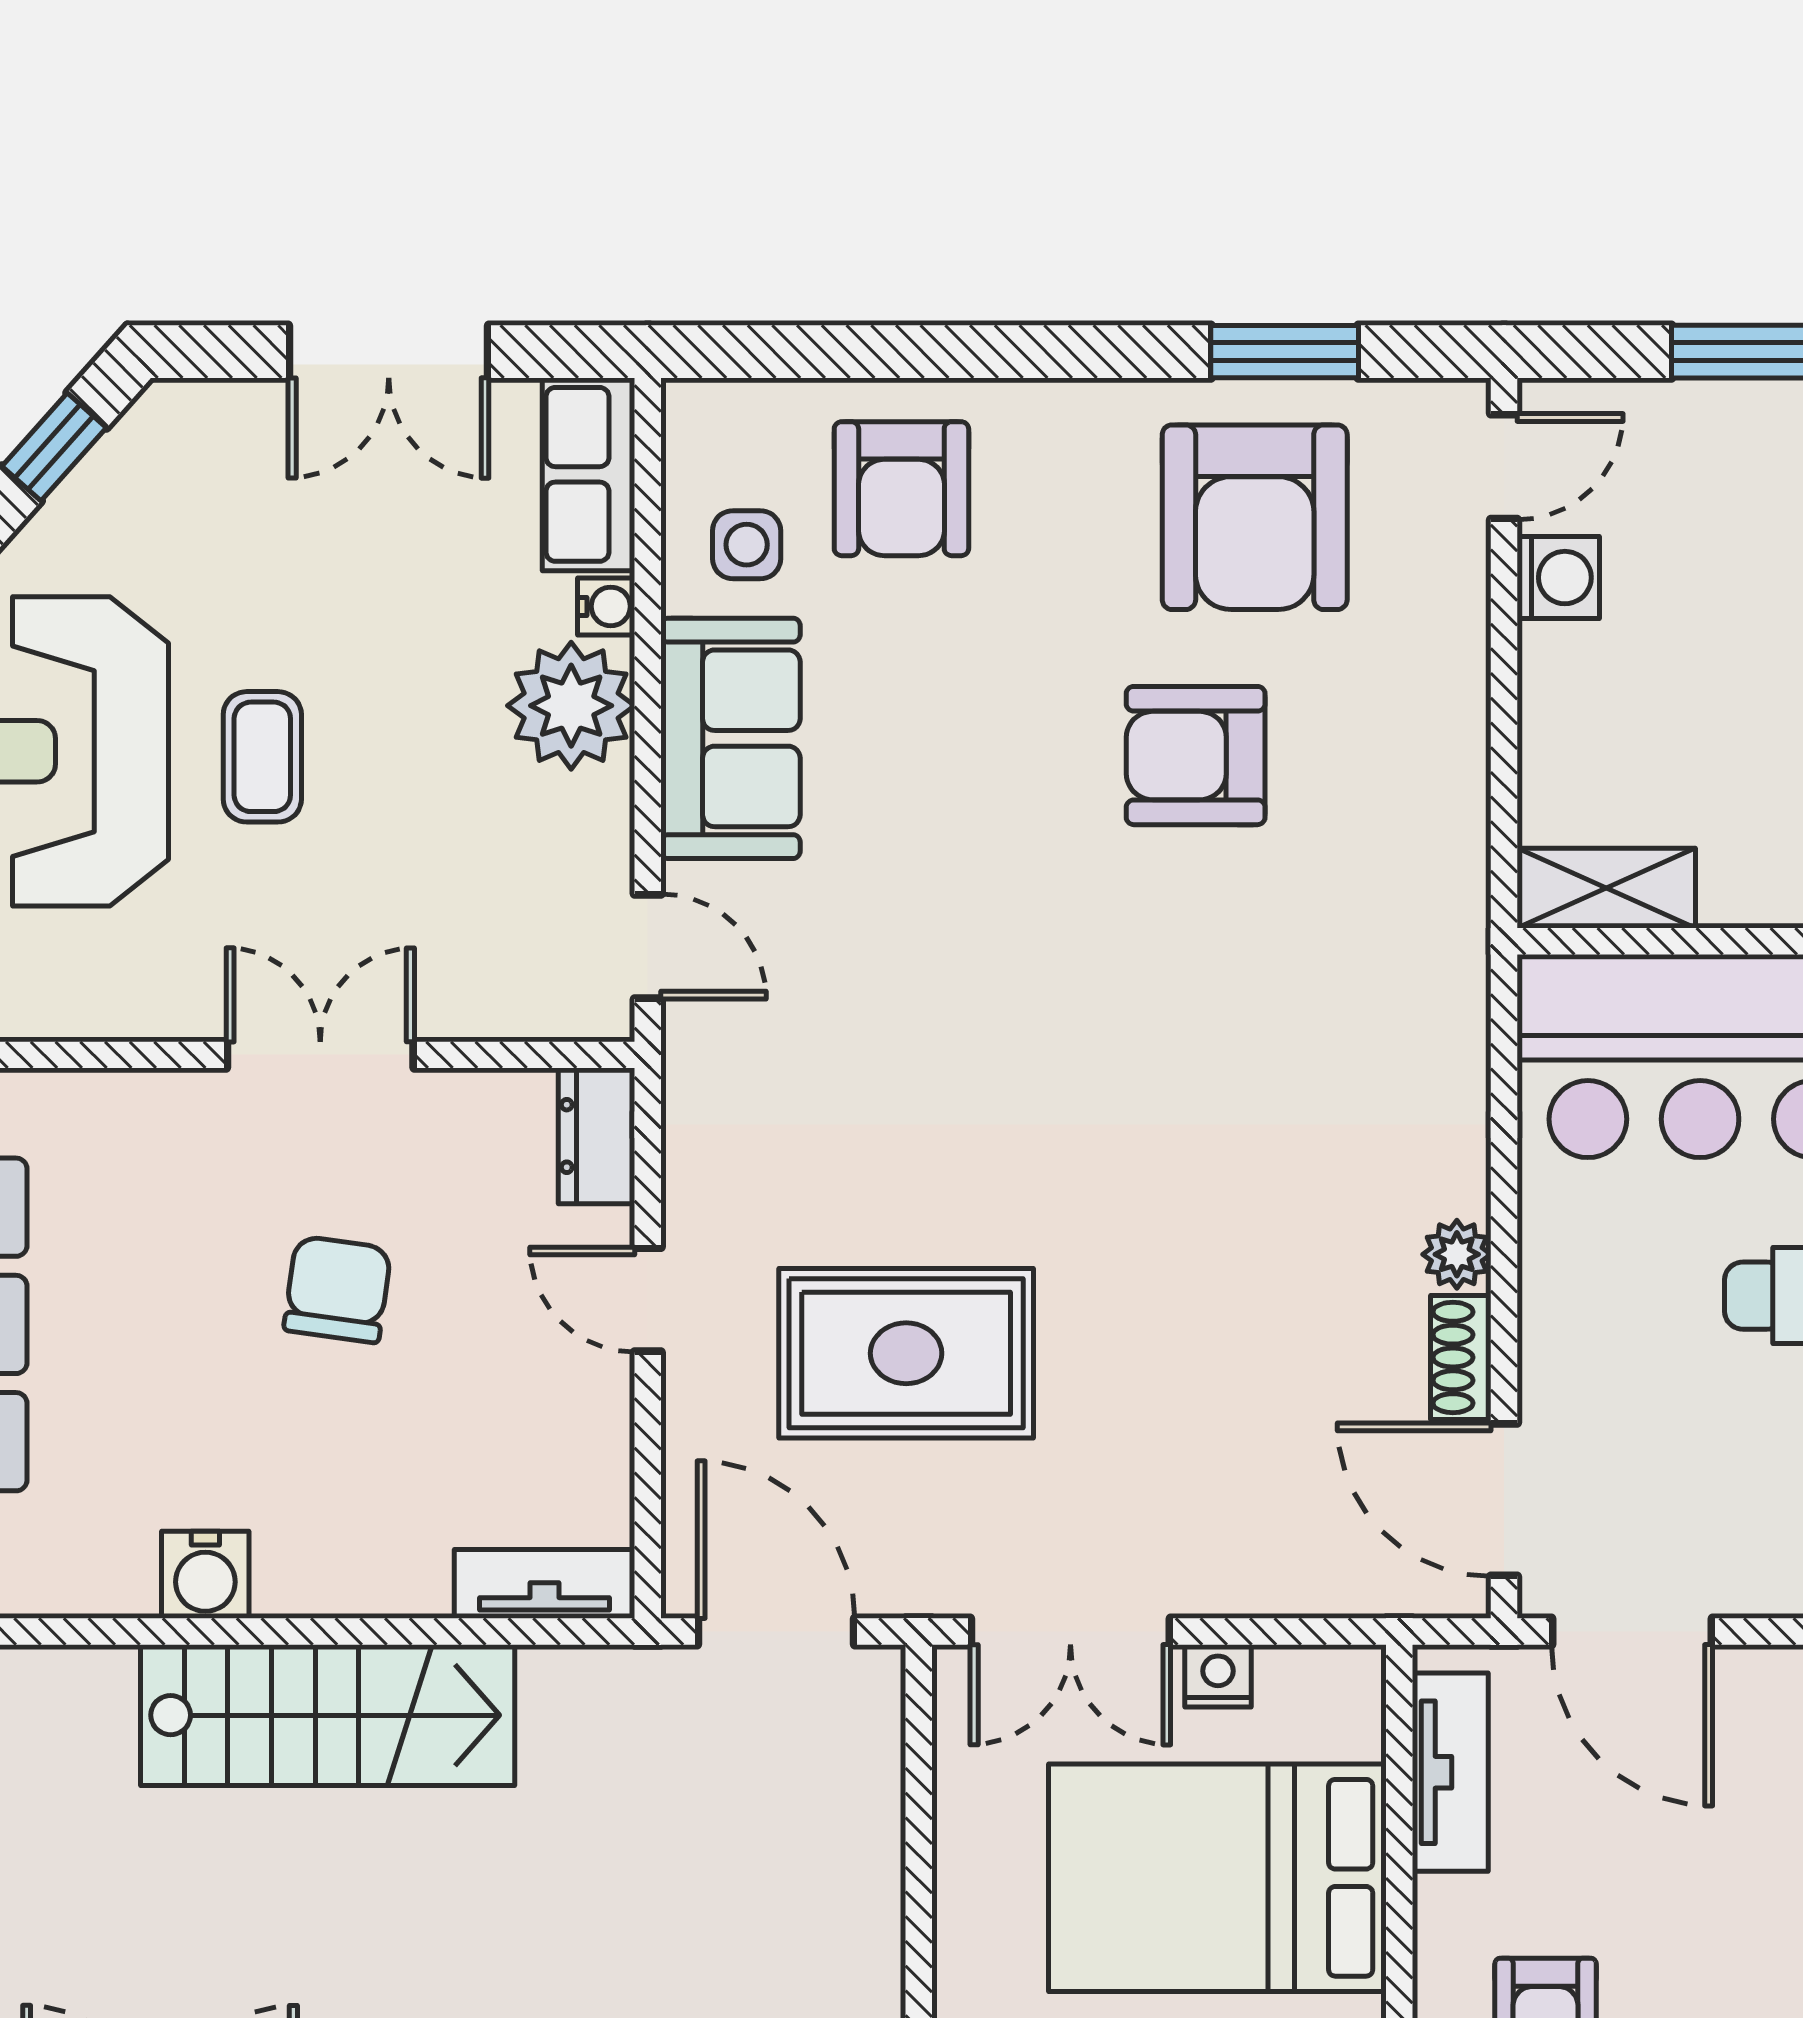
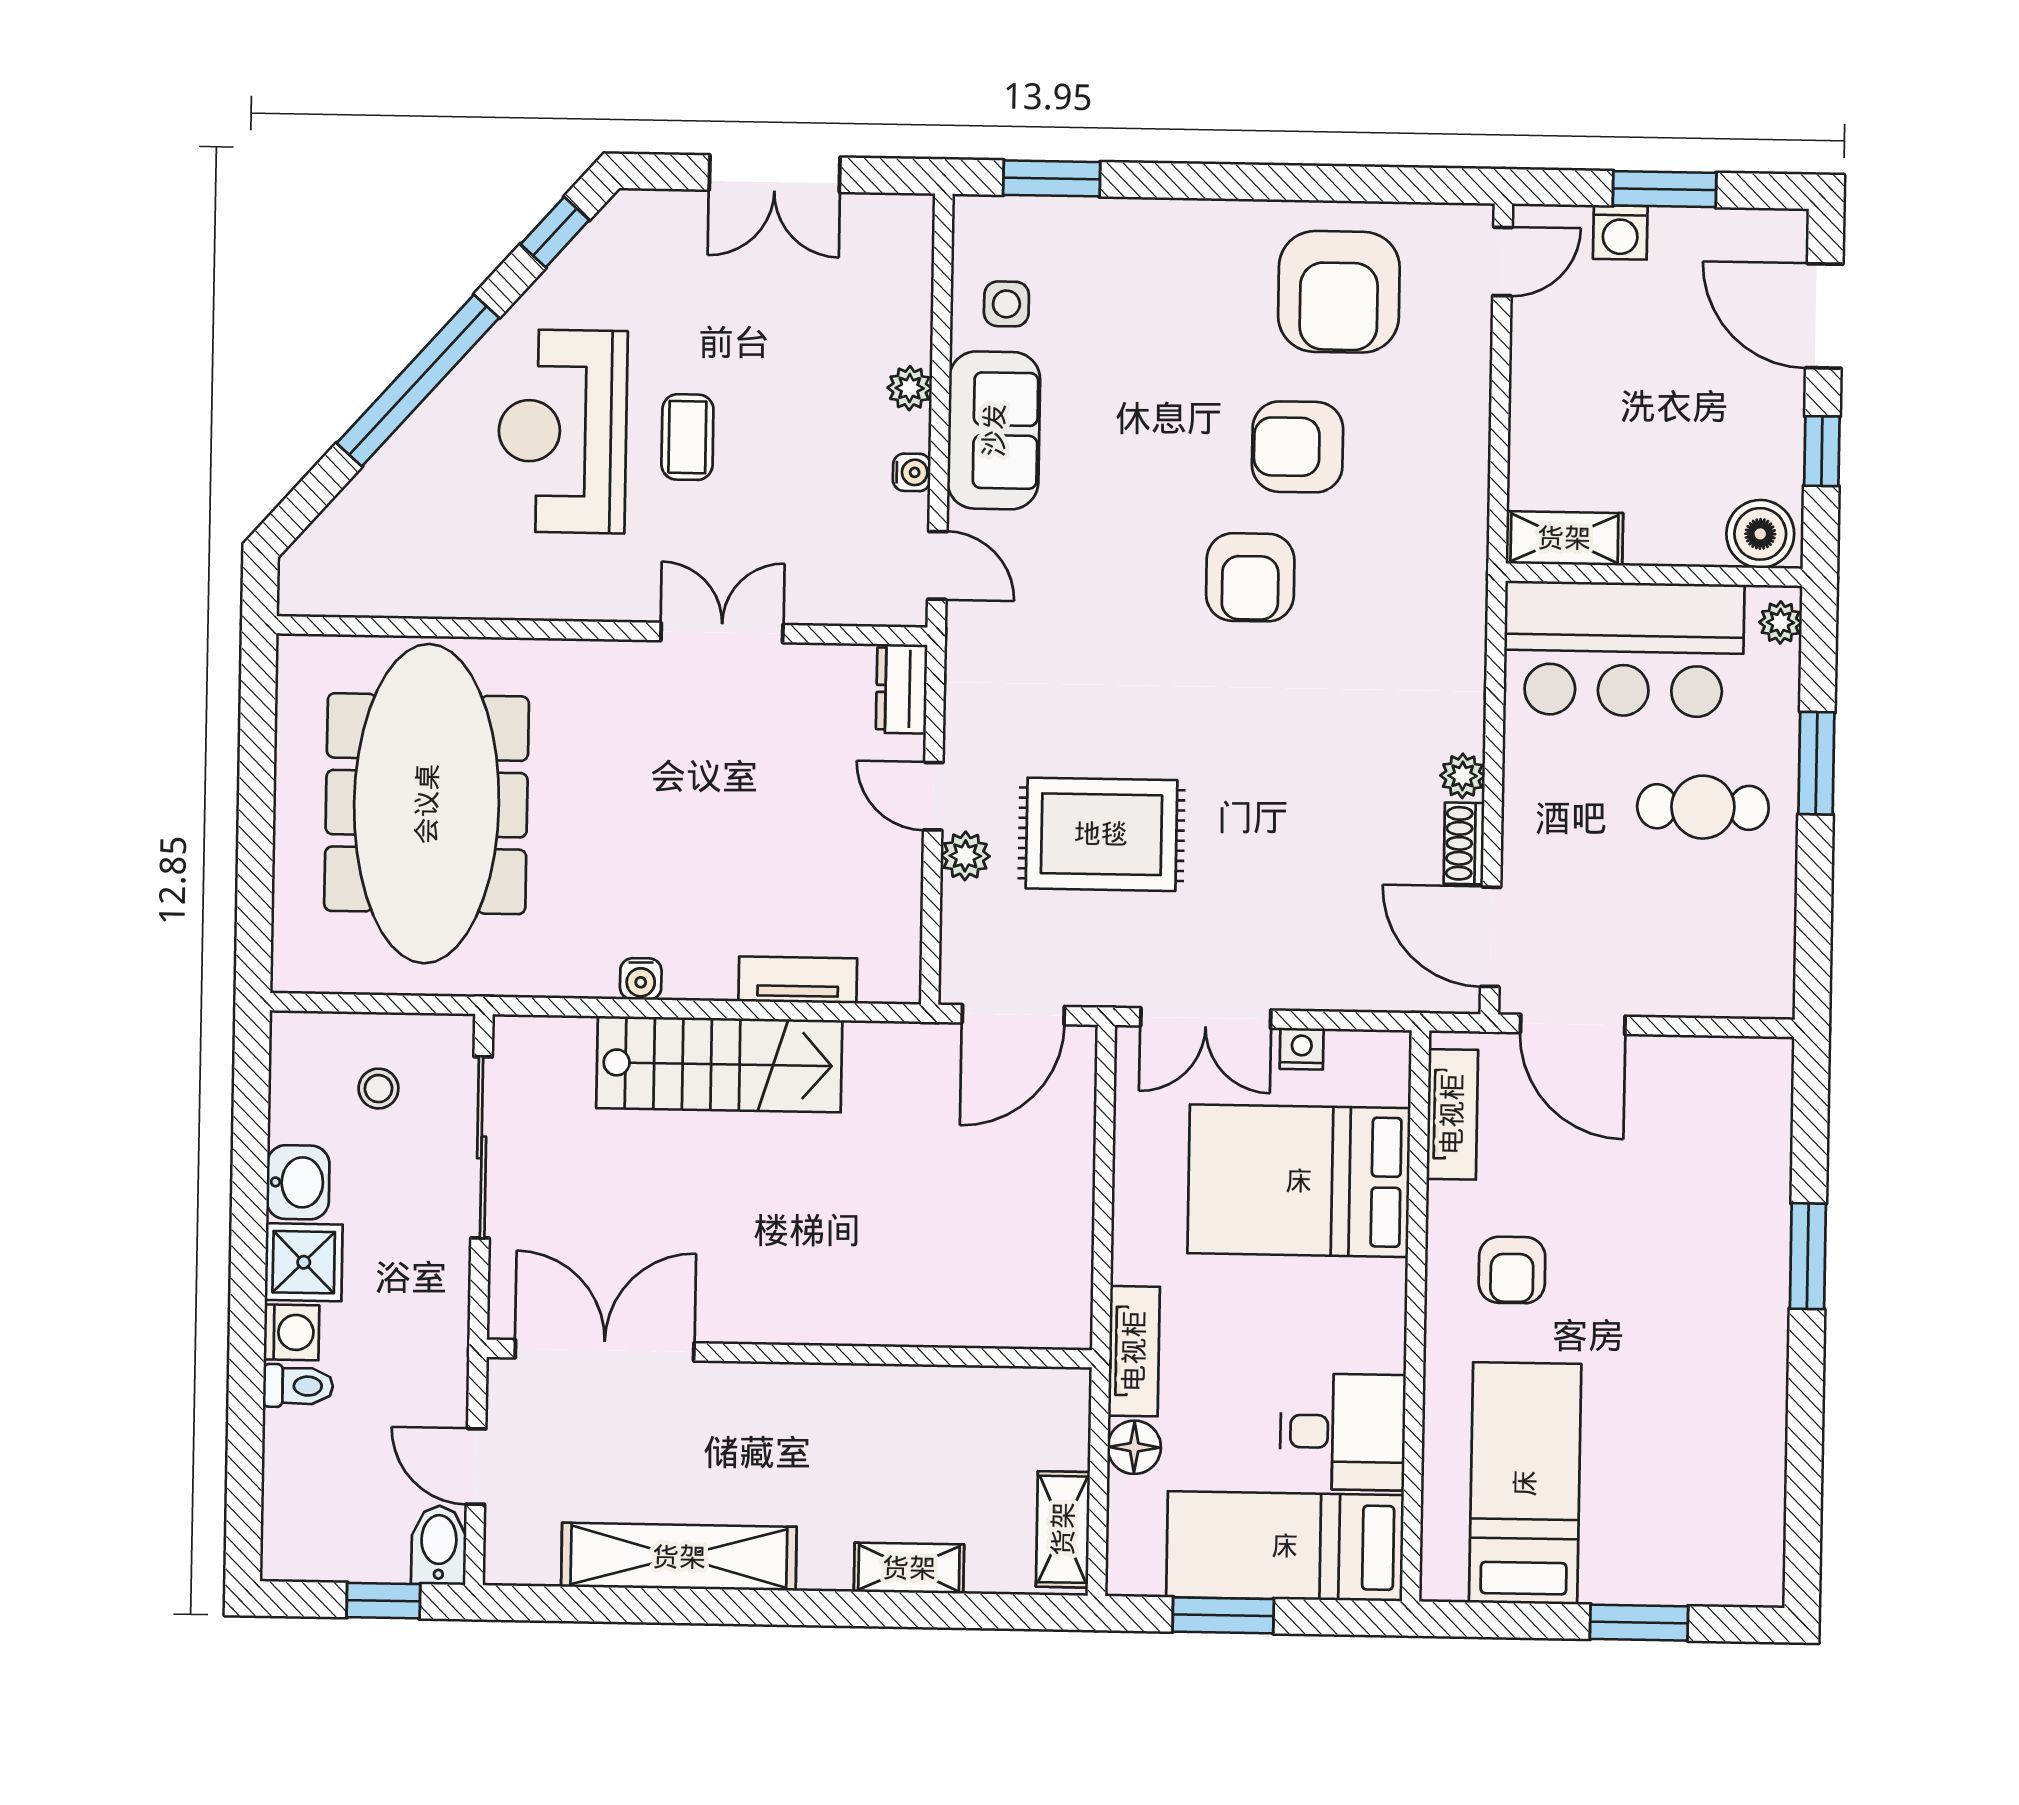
window: (1285, 352) -> (1052, 178), moved
row of seats: (589, 474) -> (904, 256), removed
armchair: (901, 489) -> (1250, 577), moved
washing machine: (1558, 578) -> (1620, 232), moved, turned 90
water cooler: (606, 606) -> (912, 472), moved
plant: (571, 706) -> (910, 388), width x0.53, depth x0.53
chair: (337, 1289) -> (730, 786), removed
plant: (698, 1390) -> (965, 856), added
water cooler: (205, 1575) -> (641, 979), width x0.72, depth x0.72
tv unit: (545, 1584) -> (798, 980), moved
door: (776, 1632) -> (1013, 1015), swing flipped

